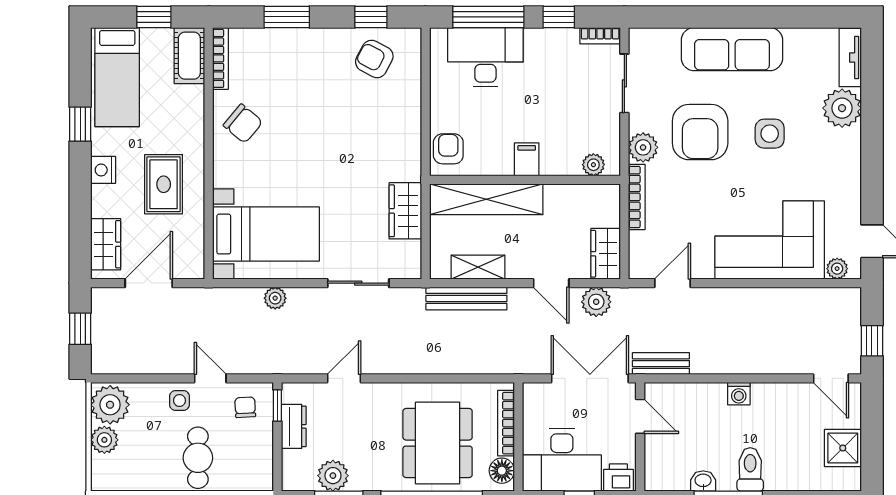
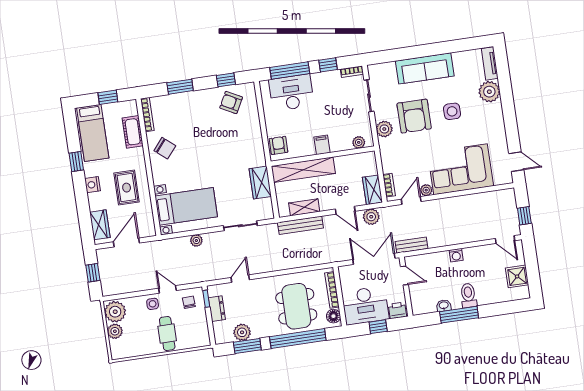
cot: (189, 56) -> (133, 132), moved
bookcase: (637, 197) -> (389, 185), moved, width x0.64
plant: (837, 269) -> (426, 190), moved

